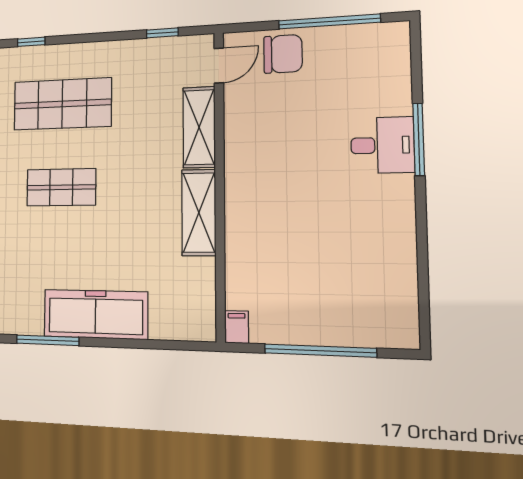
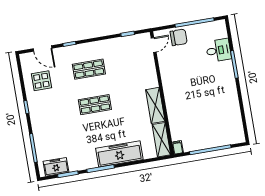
shop shelf: (62, 104) -> (89, 69), width x0.70, depth x0.74
shelving: (199, 127) -> (161, 140), moved
desk: (382, 145) -> (218, 50), moved

